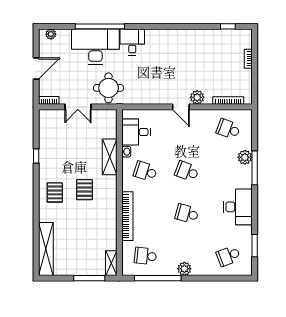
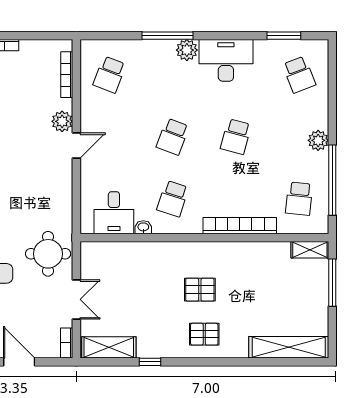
shelving: (110, 157) -> (109, 347), moved
plant: (245, 157) -> (187, 50), moved

